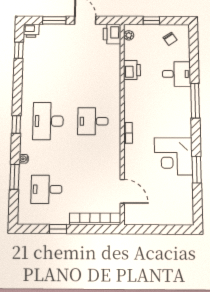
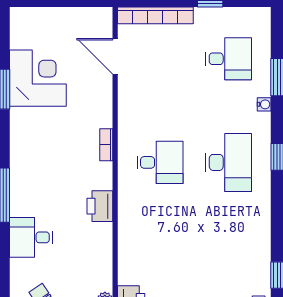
printer: (132, 70) -> (100, 206), moved
corner desk: (173, 156) -> (38, 78), moved

